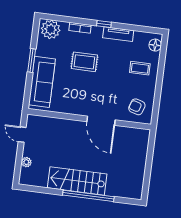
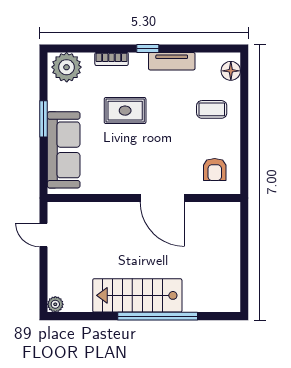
armchair: (137, 107) -> (215, 170), turned -107
plant: (26, 162) -> (55, 304), moved

